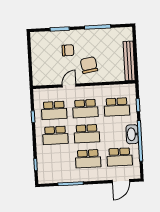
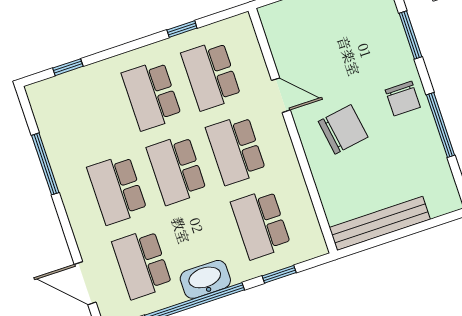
chair: (68, 50) -> (403, 99), moved

